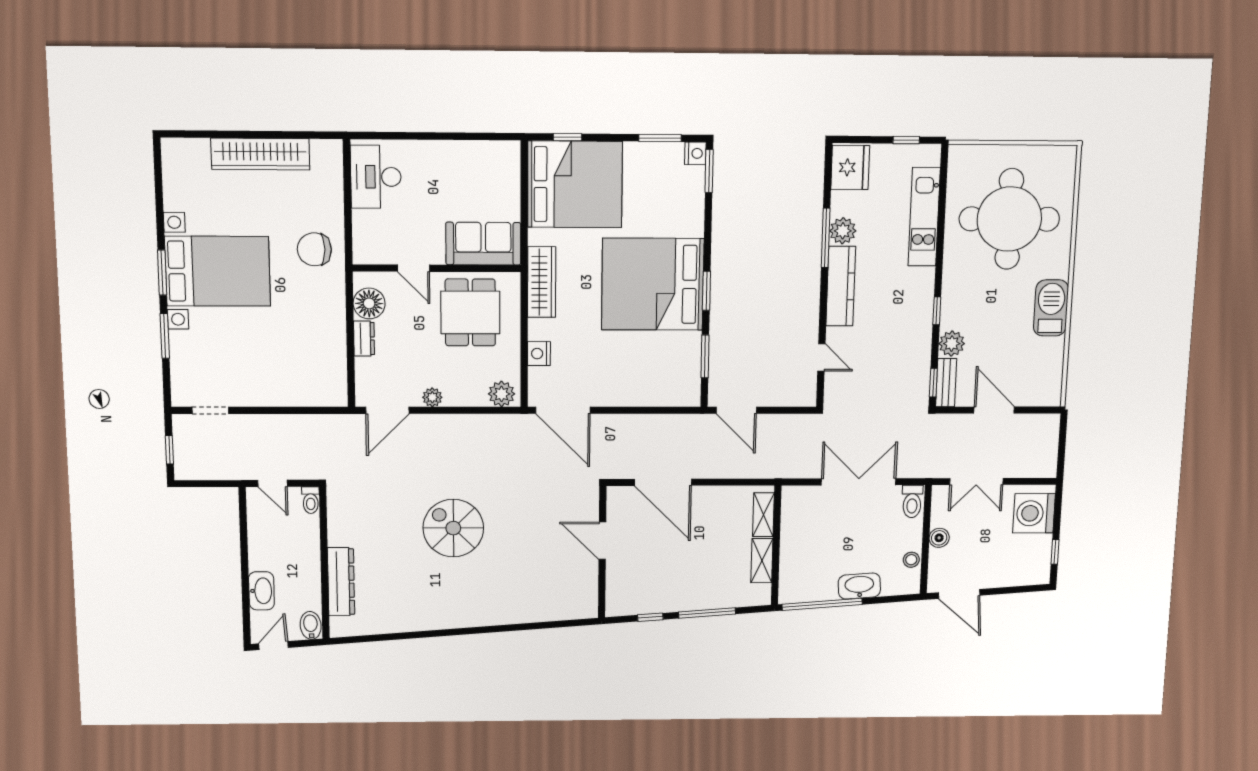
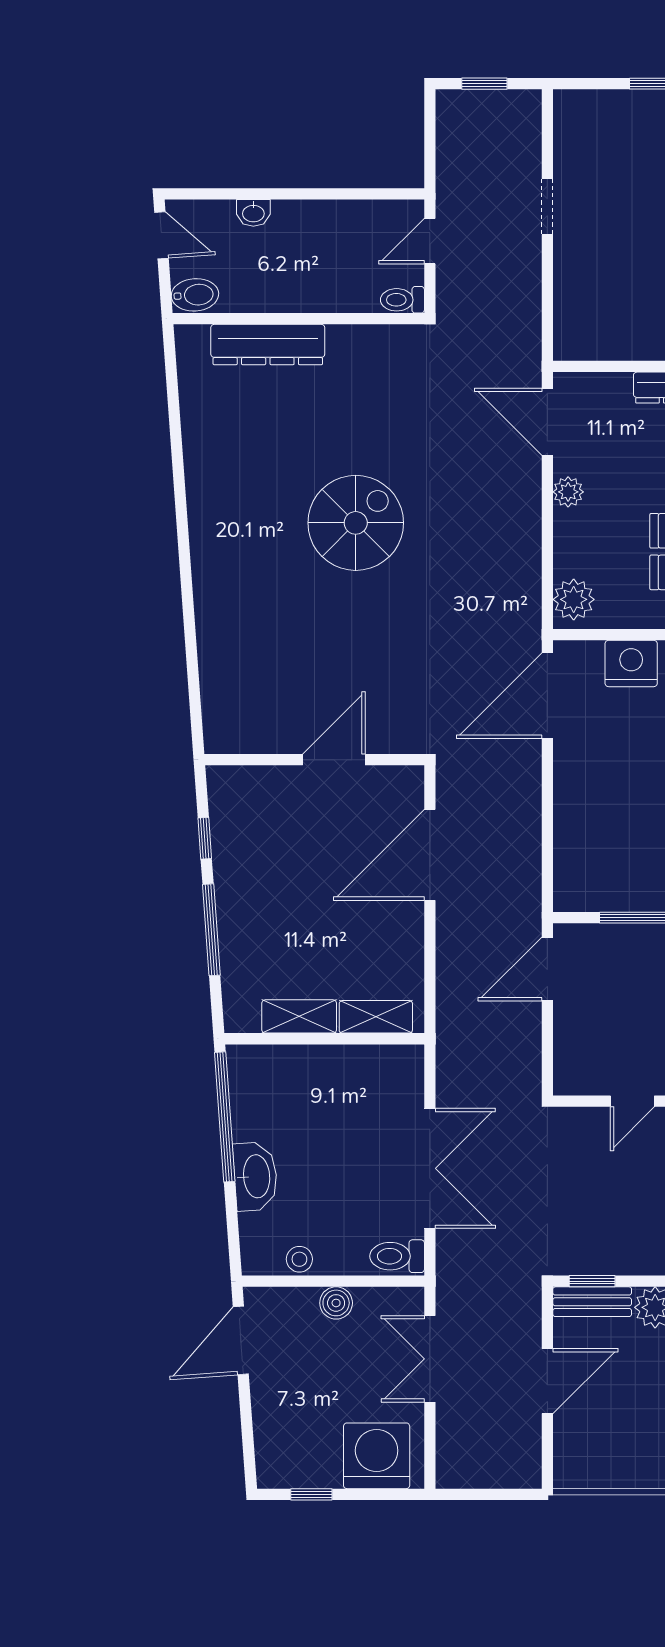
nightstand: (539, 354) -> (631, 663), width x1.36, depth x1.33
doorway: (210, 410) -> (547, 207), moved
washbasin: (261, 591) -> (253, 213), width x0.52, depth x0.69

